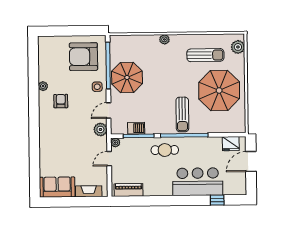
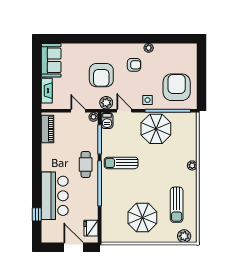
parasol: (219, 90) -> (142, 218), width x0.73, depth x0.73
sun lounger: (182, 114) -> (121, 163), moved
barbecue: (136, 128) -> (107, 121), moved
armchair: (72, 135) -> (101, 75), added

